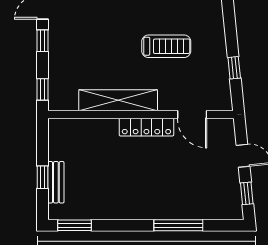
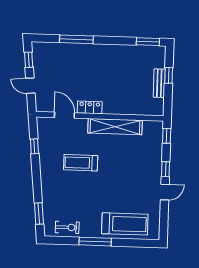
locker: (146, 127) -> (90, 107), width x0.66
bench: (56, 182) -> (159, 83), moved

